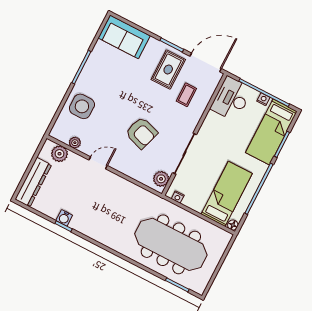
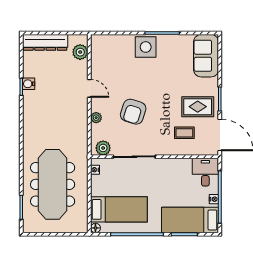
desk: (231, 99) -> (205, 172), width x0.73
side table: (82, 106) -> (146, 47), moved
plant: (75, 143) -> (96, 118), moved

